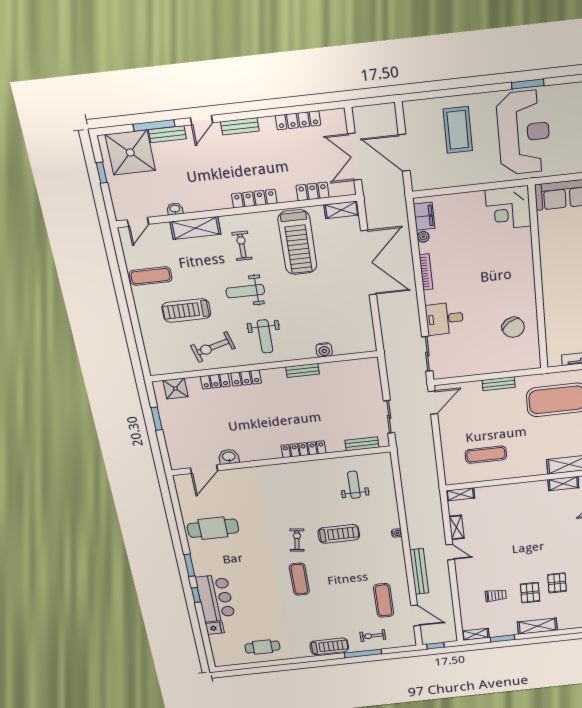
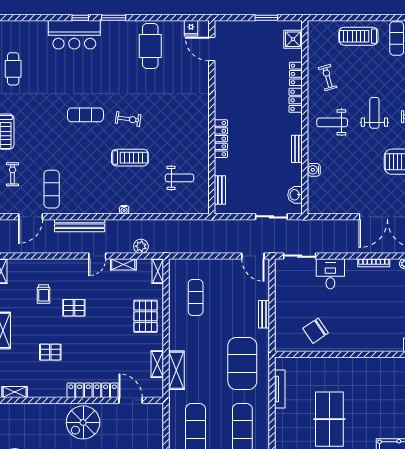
treadmill: (186, 310) -> (358, 36), moved, turned -90
exercise bike: (213, 347) -> (328, 78), width x0.73, depth x0.72
sliding door: (389, 417) -> (271, 217), moved
washbasin: (229, 457) -> (295, 195), moved, turned 180
pallet: (511, 500) -> (146, 316), added
plant: (435, 513) -> (141, 246), added
treadmill: (339, 534) -> (130, 158), turned -90
pallet: (530, 593) -> (74, 308), moved
exercise mat: (384, 600) -> (52, 189), turned 90
fridge: (215, 628) -> (191, 28), moved

